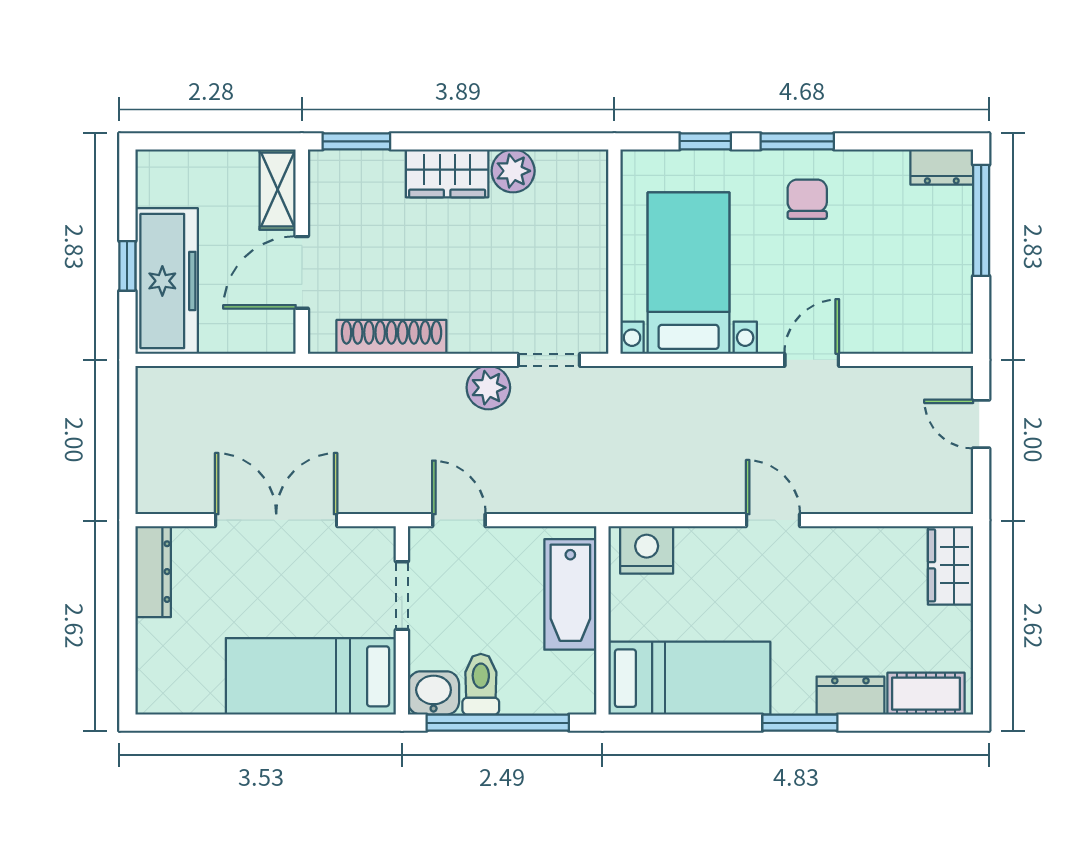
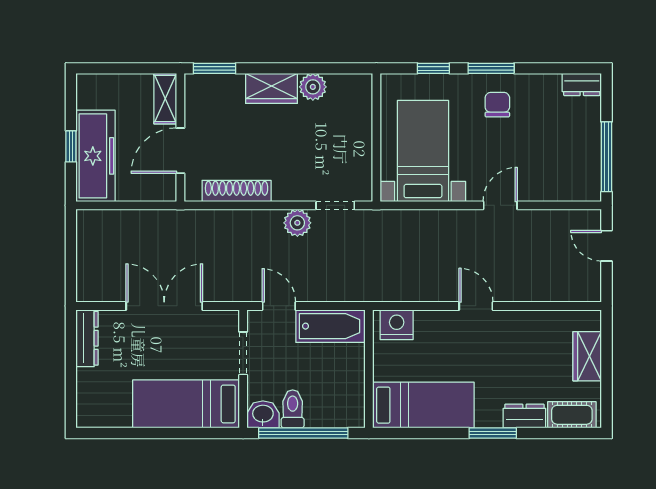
window: (981, 220) -> (606, 157), moved
wardrobe: (950, 565) -> (587, 356), moved
bathtub: (570, 594) -> (330, 326), moved, turned -90

